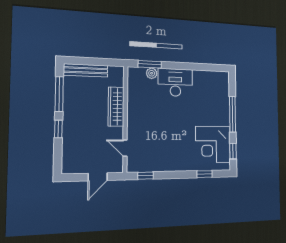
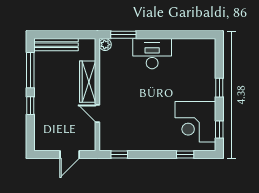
plant: (152, 73) -> (105, 45), moved
window: (233, 114) -> (219, 88), width x0.46
door: (125, 148) -> (97, 114), moved

